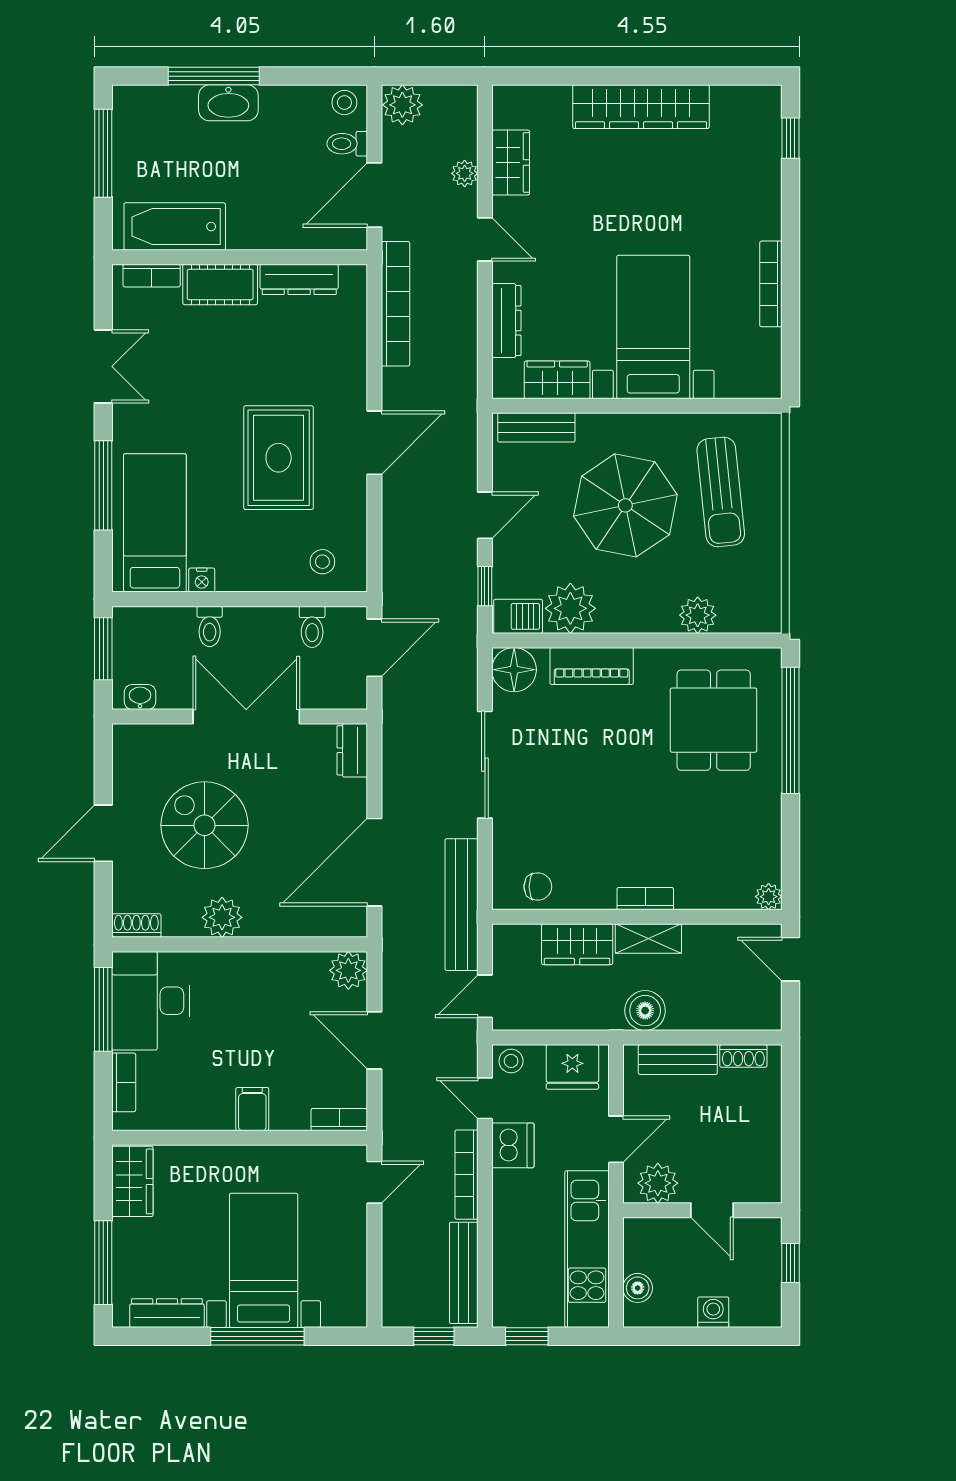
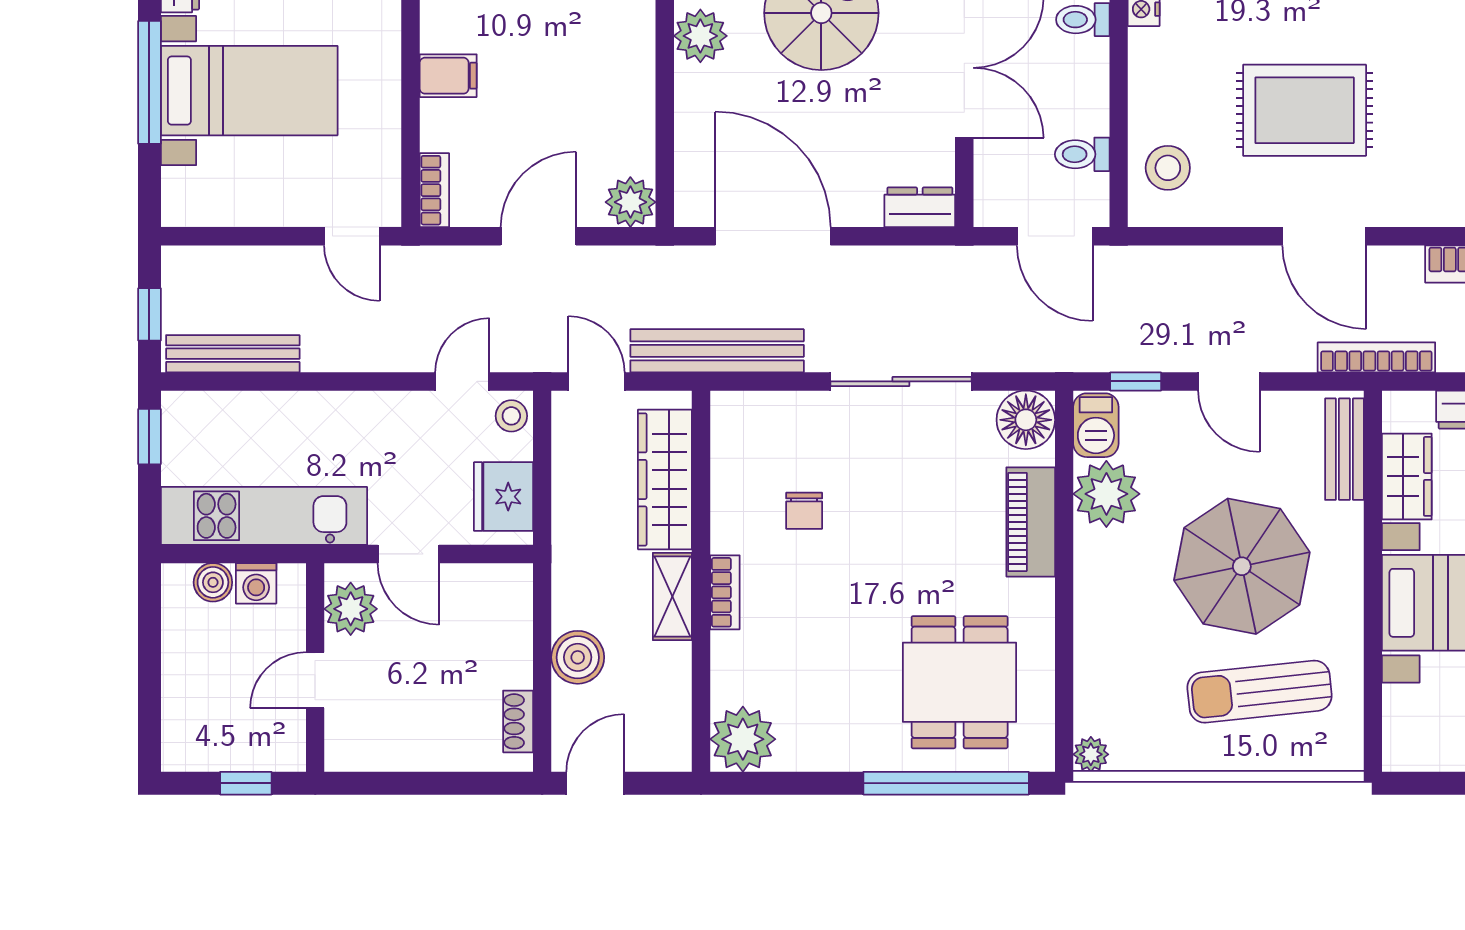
stool: (322, 562) -> (1168, 168), width x1.37, depth x1.37
plant: (698, 615) -> (1091, 754), moved, width x0.73, depth x0.73
dining table: (714, 720) -> (960, 682), turned 90
chair: (538, 887) -> (804, 511), moved
plant: (769, 897) -> (743, 739), width x1.88, depth x1.88
wardrobe: (577, 944) -> (665, 479), width x1.50
door: (790, 959) -> (595, 783), moved
boiler: (645, 1011) -> (578, 657), moved
bench: (678, 1060) -> (513, 635), removed
dishwasher: (513, 1145) -> (400, 418), removed
bookcase: (467, 1175) -> (1376, 357), moved
washing machine: (713, 1312) -> (256, 583), moved, turned 90

